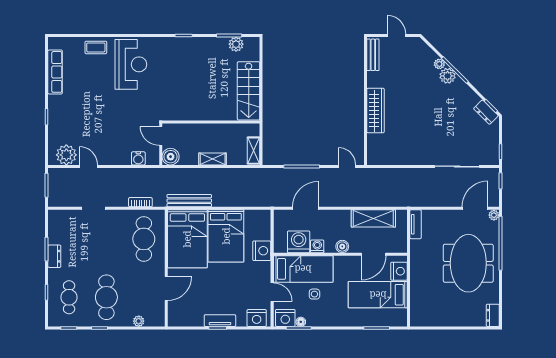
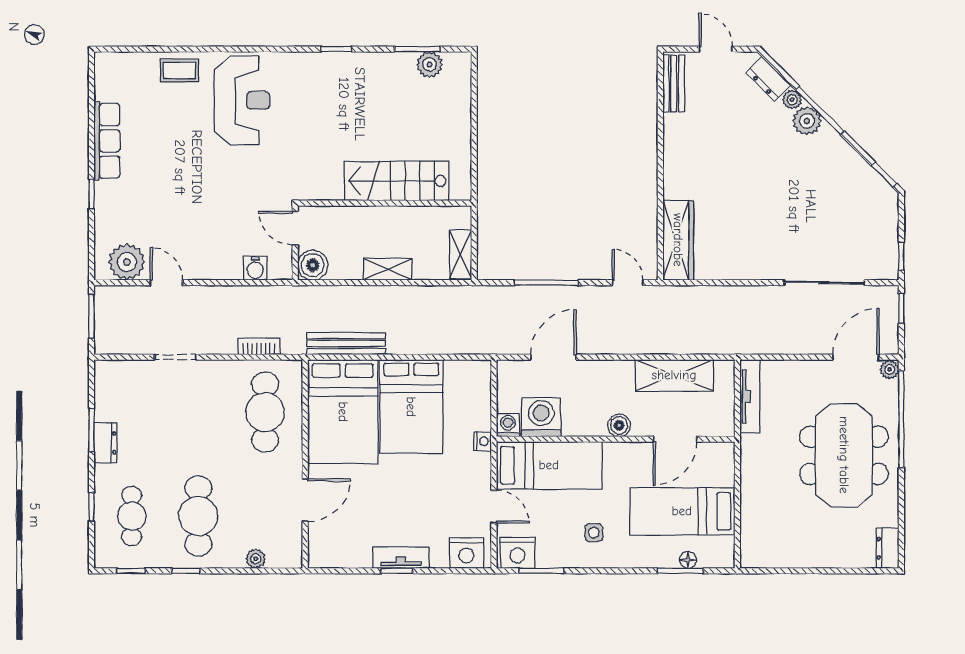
row of seats: (55, 72) -> (107, 141), moved
stairs: (249, 91) -> (397, 181), moved, turned 90
wardrobe: (375, 111) -> (678, 240), moved
dresser: (486, 112) -> (768, 79), moved
tv unit: (416, 224) -> (750, 396), width x1.41
washing machine: (317, 246) -> (508, 425), moved
nightstand: (262, 251) -> (483, 441), width x0.53, depth x0.56
nightstand: (399, 271) -> (720, 470), removed
side table: (314, 294) -> (594, 533), moved
floor lamp: (301, 322) -> (688, 560), moved

